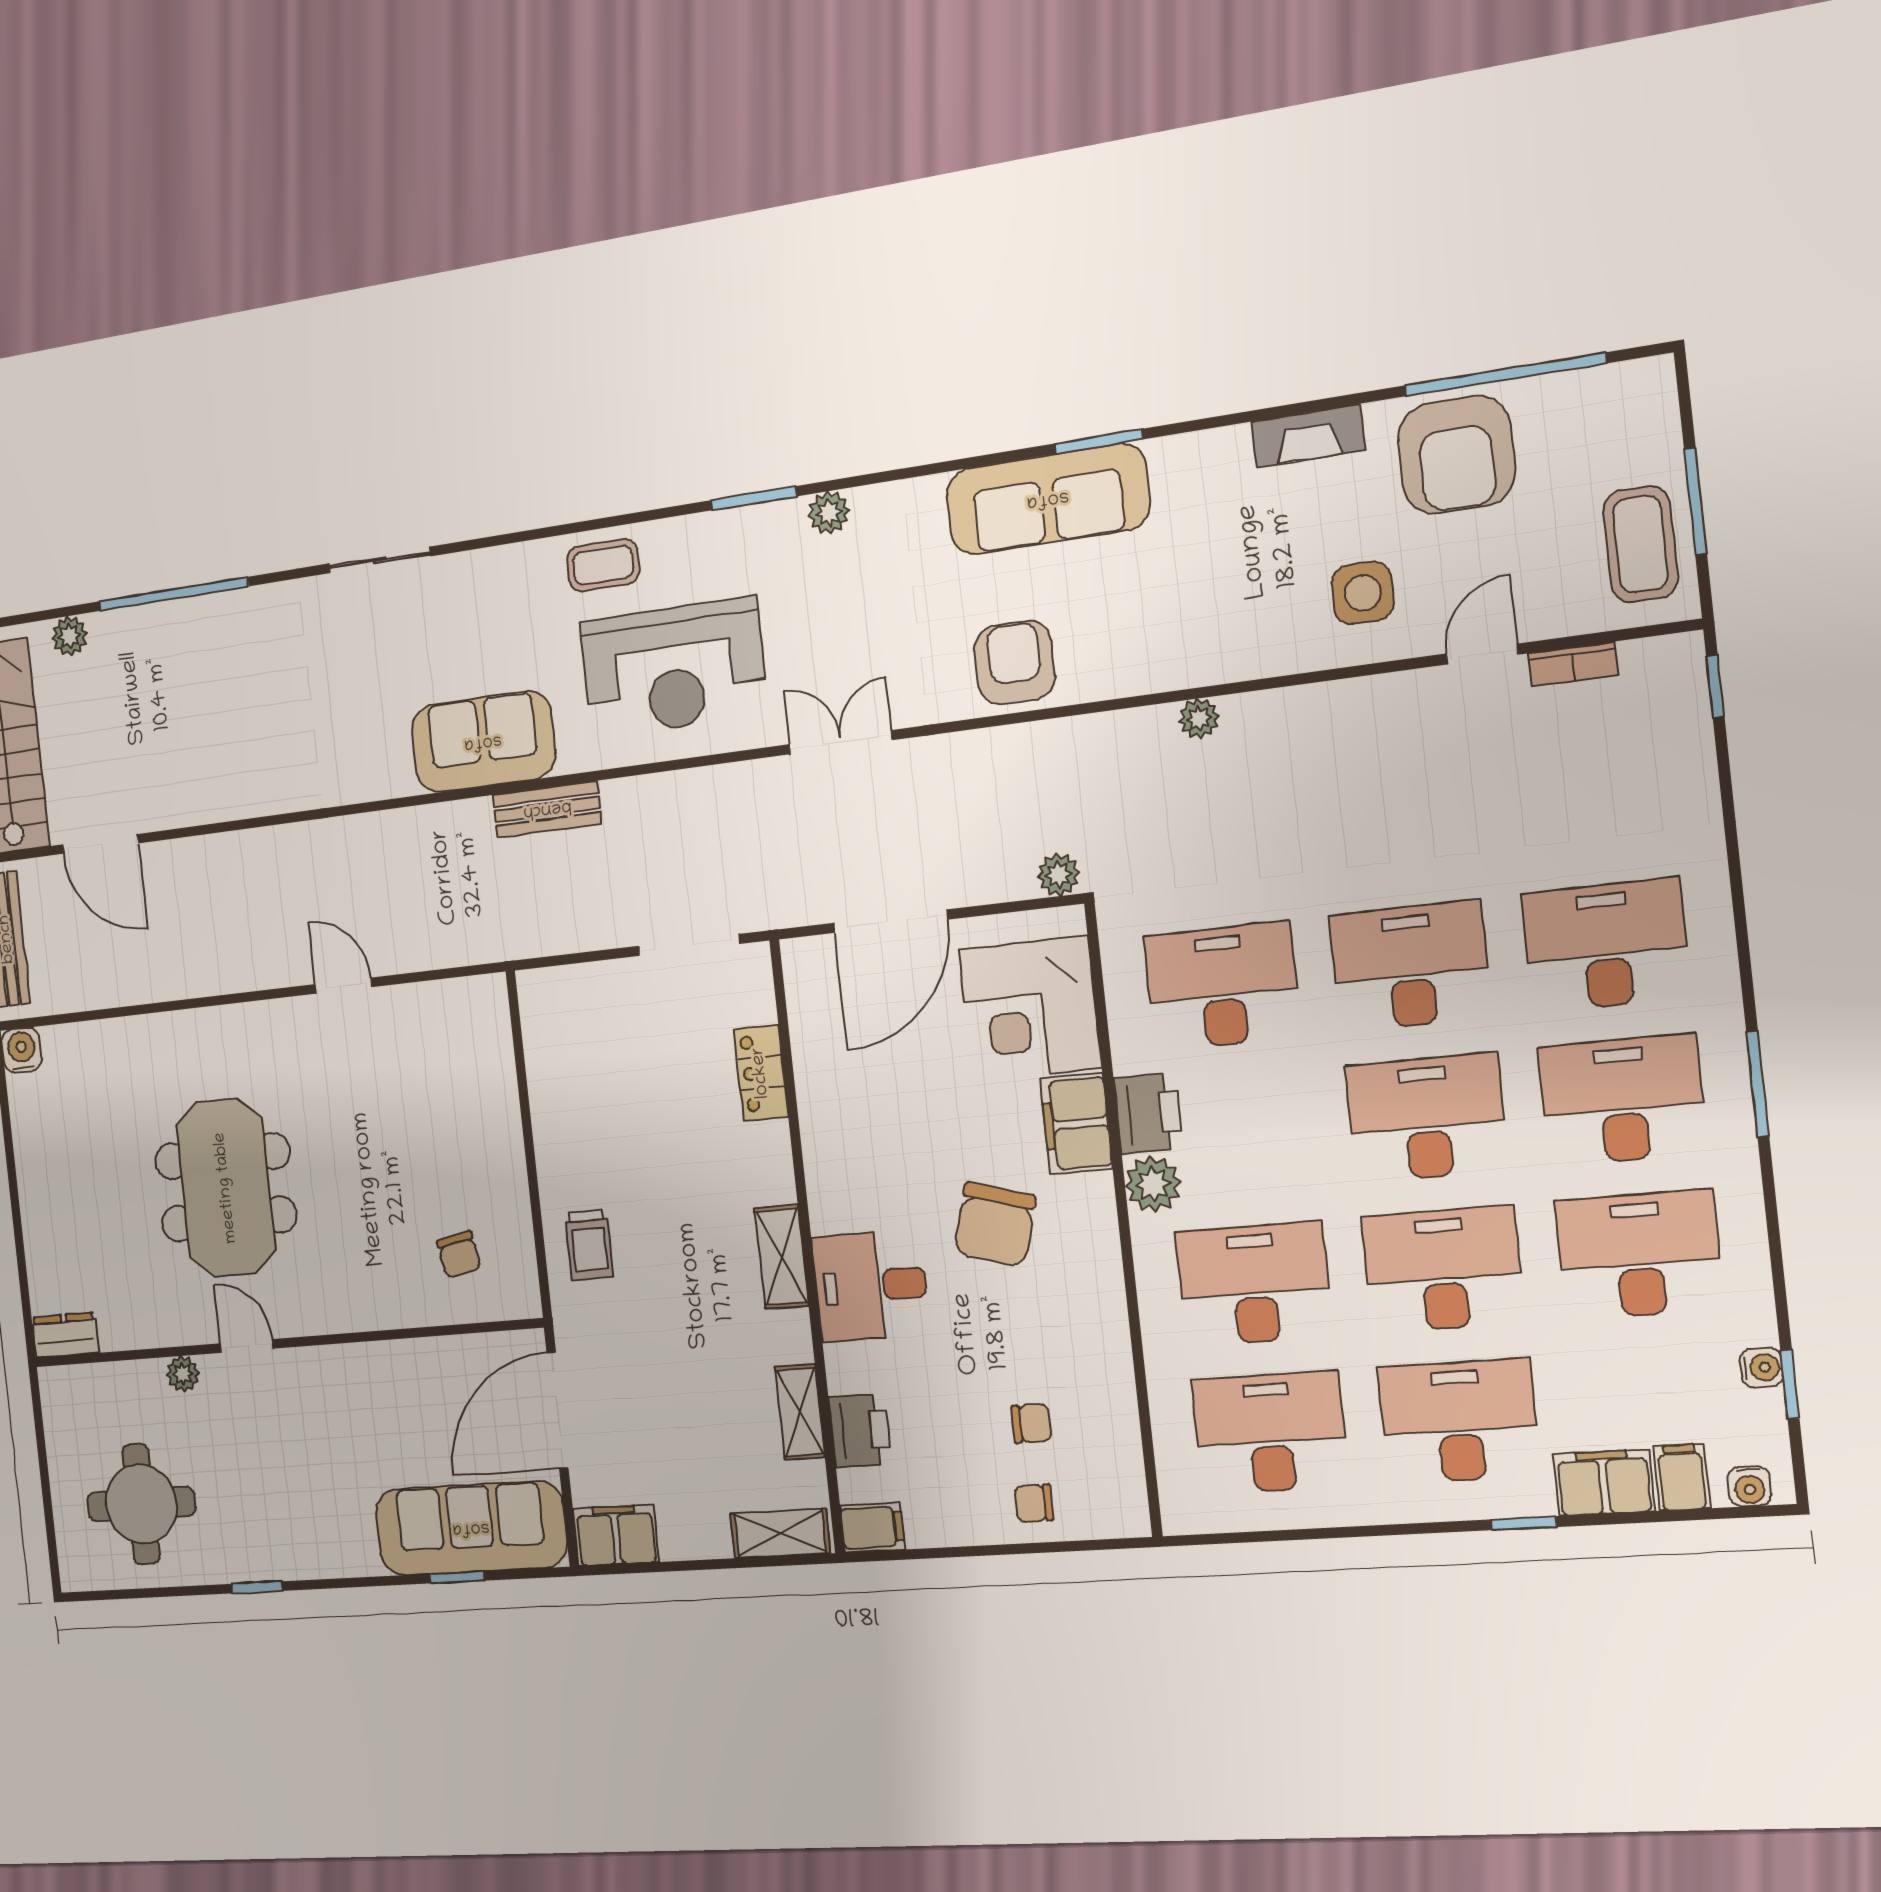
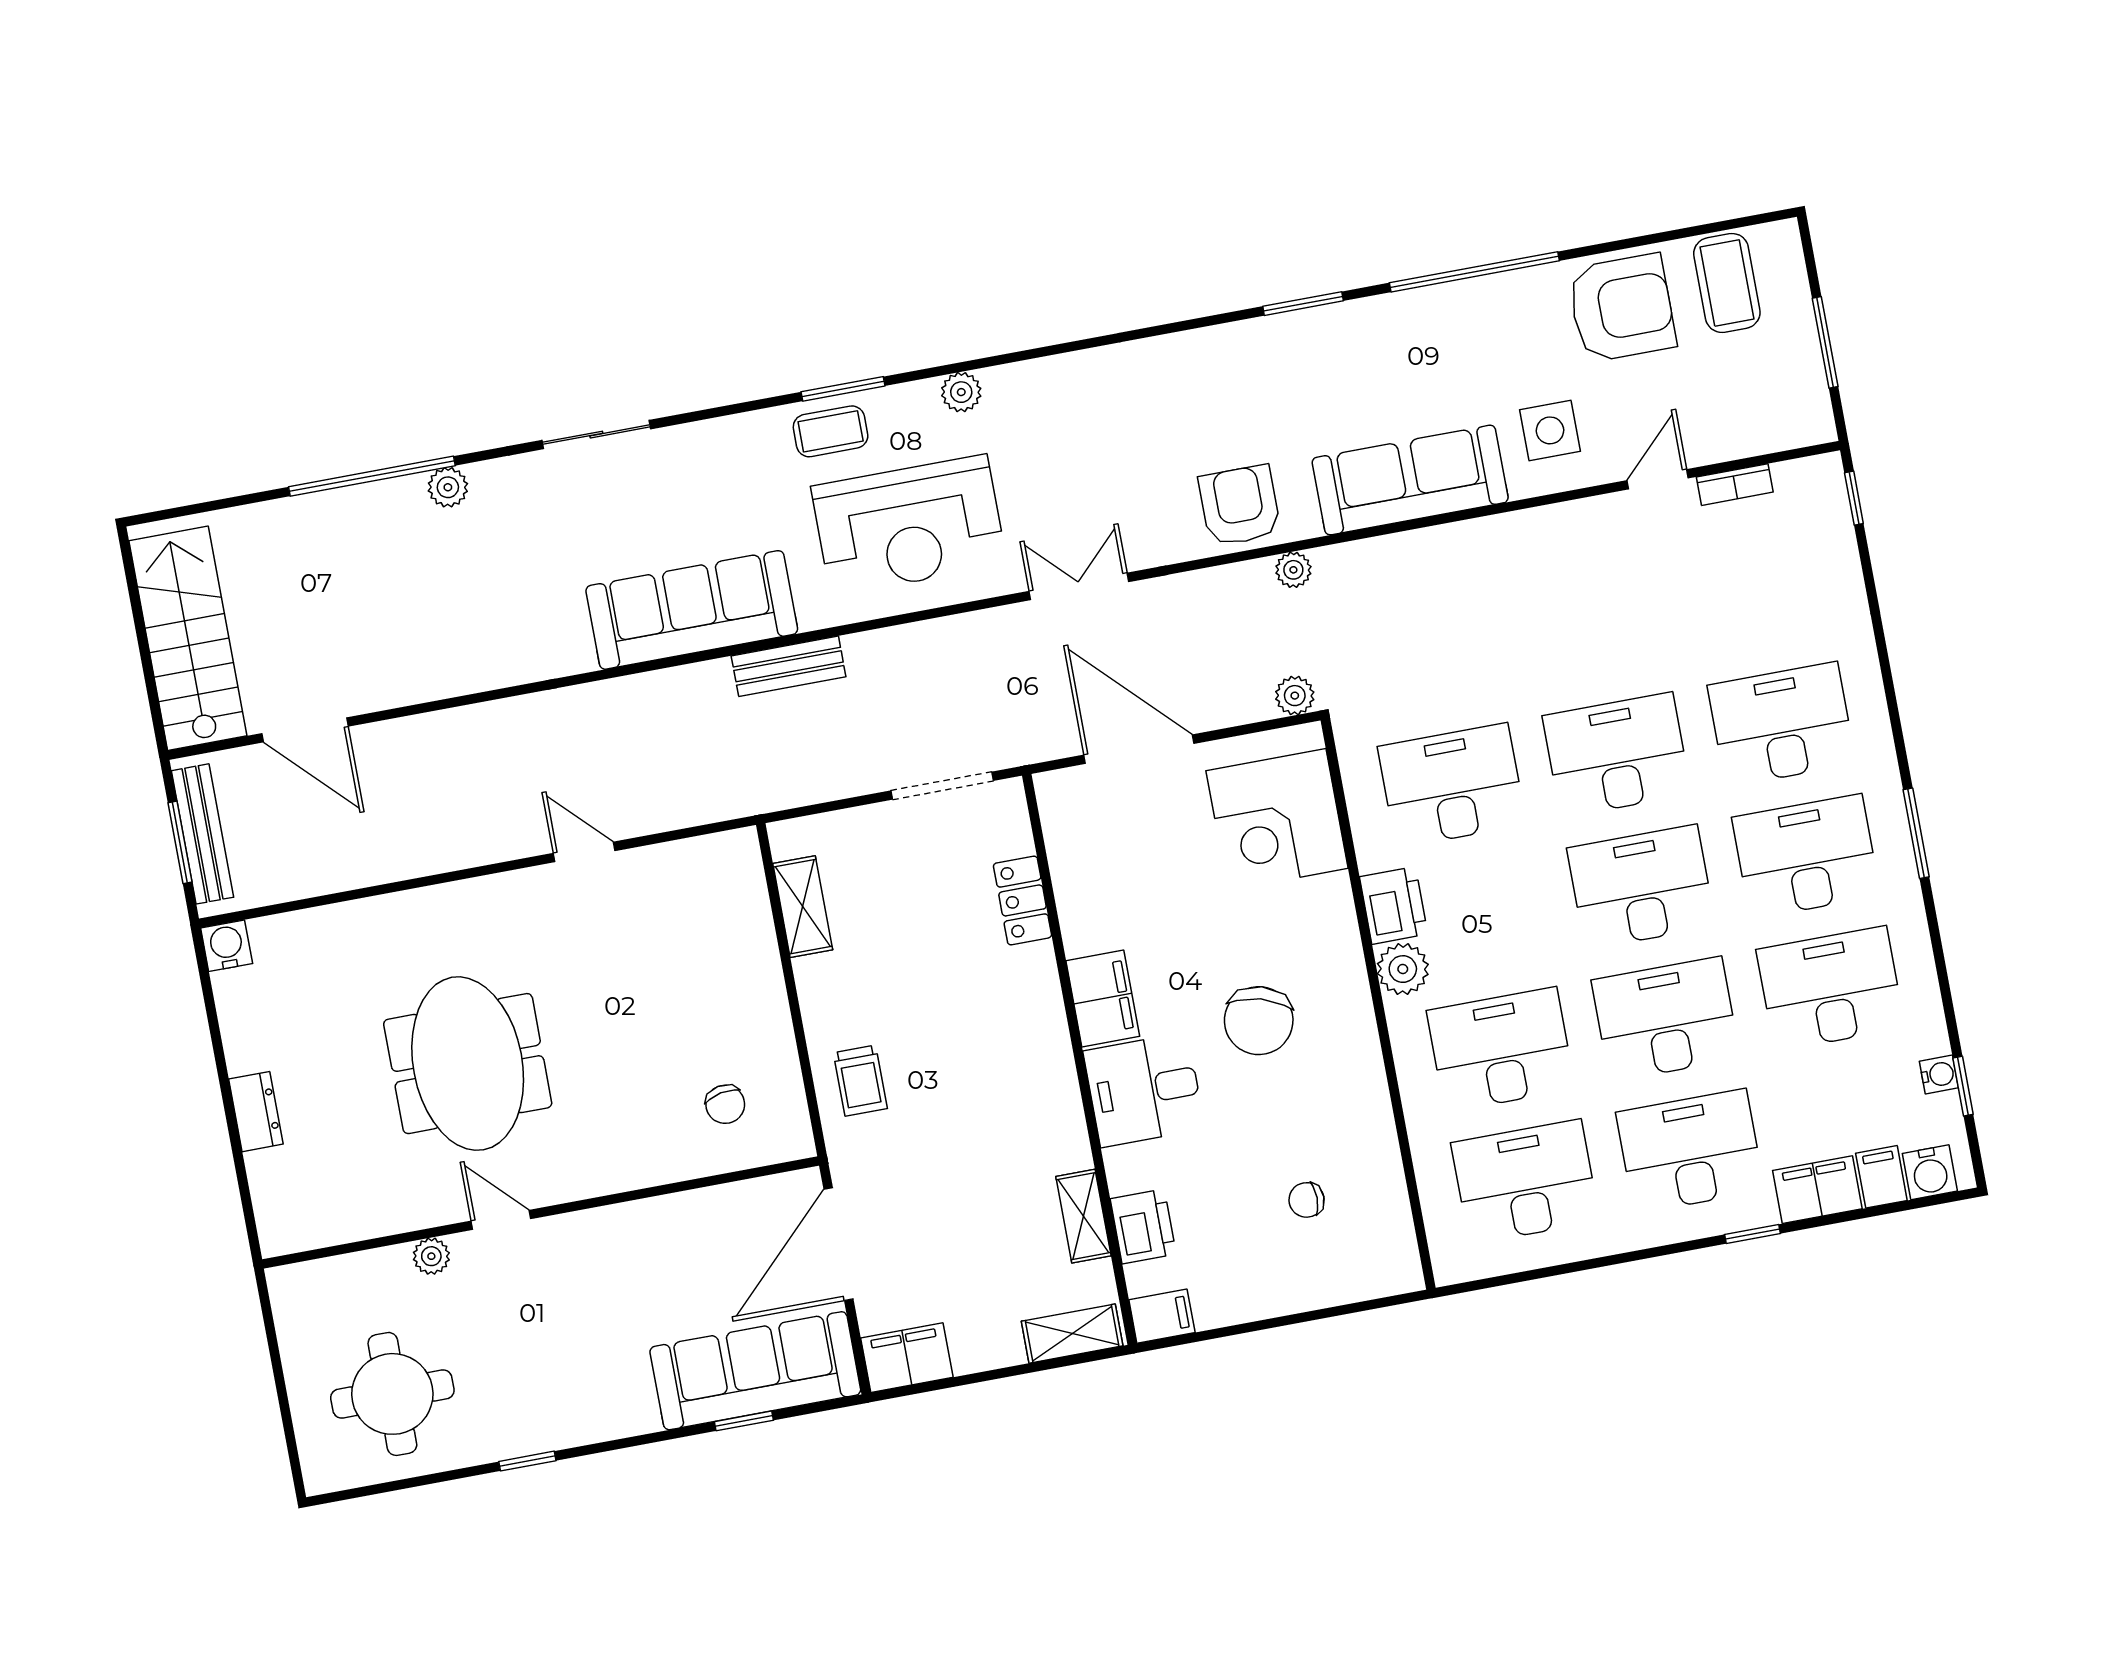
window: (1505, 374) -> (1474, 272), moved
fireplace: (1308, 436) -> (1492, 294), removed
armchair: (1456, 455) -> (1622, 308), turned -90
window: (754, 498) -> (843, 389), moved
sofa: (1048, 499) -> (1410, 480), moved, turned 180
plant: (829, 513) -> (961, 392), moved
coffee table: (1641, 544) -> (1727, 283), moved
plant: (69, 636) -> (448, 487), moved
plant: (1199, 718) -> (1293, 570), moved
sofa: (483, 742) -> (692, 610), width x1.36
door: (890, 921) -> (1139, 749), swing flipped
filing cabinet: (1076, 1124) -> (1103, 999), moved, turned 180
shelving: (782, 1257) -> (803, 907), moved
dresser: (65, 1335) -> (256, 1112), moved, turned 90
chair: (1031, 1423) -> (1306, 1200), turned 180
water cooler: (1750, 1486) -> (1930, 1172), width x1.38, depth x1.38
chair: (1034, 1503) -> (1314, 1273), removed

